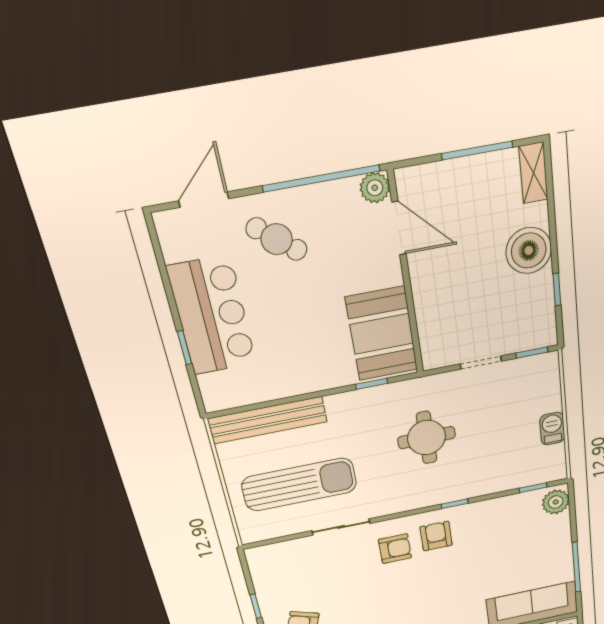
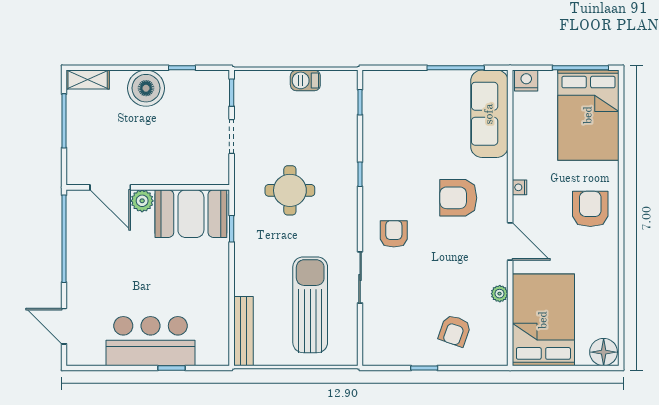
plant: (375, 188) -> (142, 201), moved
door: (399, 228) -> (110, 187), swing flipped
cafe table: (277, 239) -> (102, 280), removed
bench: (268, 420) -> (244, 331), width x0.73, depth x0.82
plant: (556, 502) -> (380, 83), removed
armchair: (436, 536) -> (458, 198), moved, width x1.38, depth x1.38

